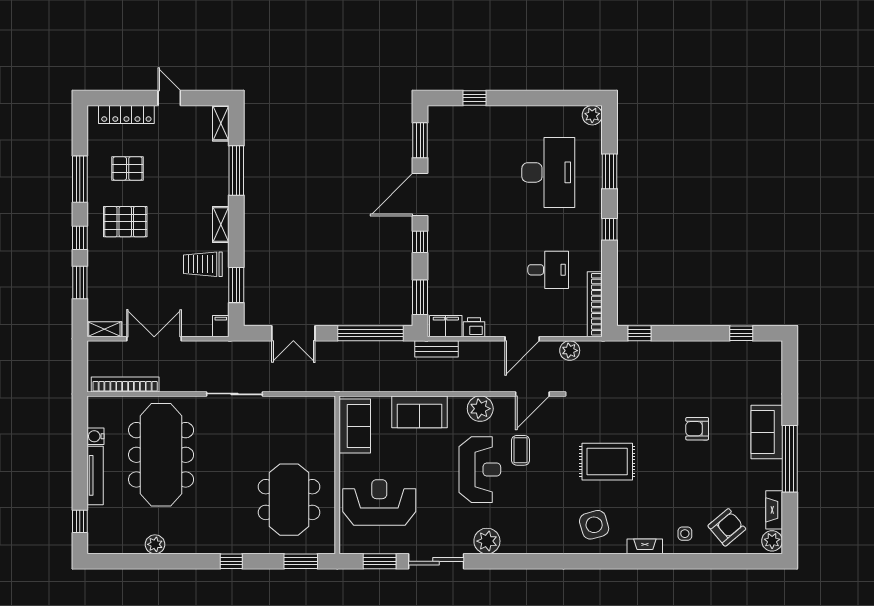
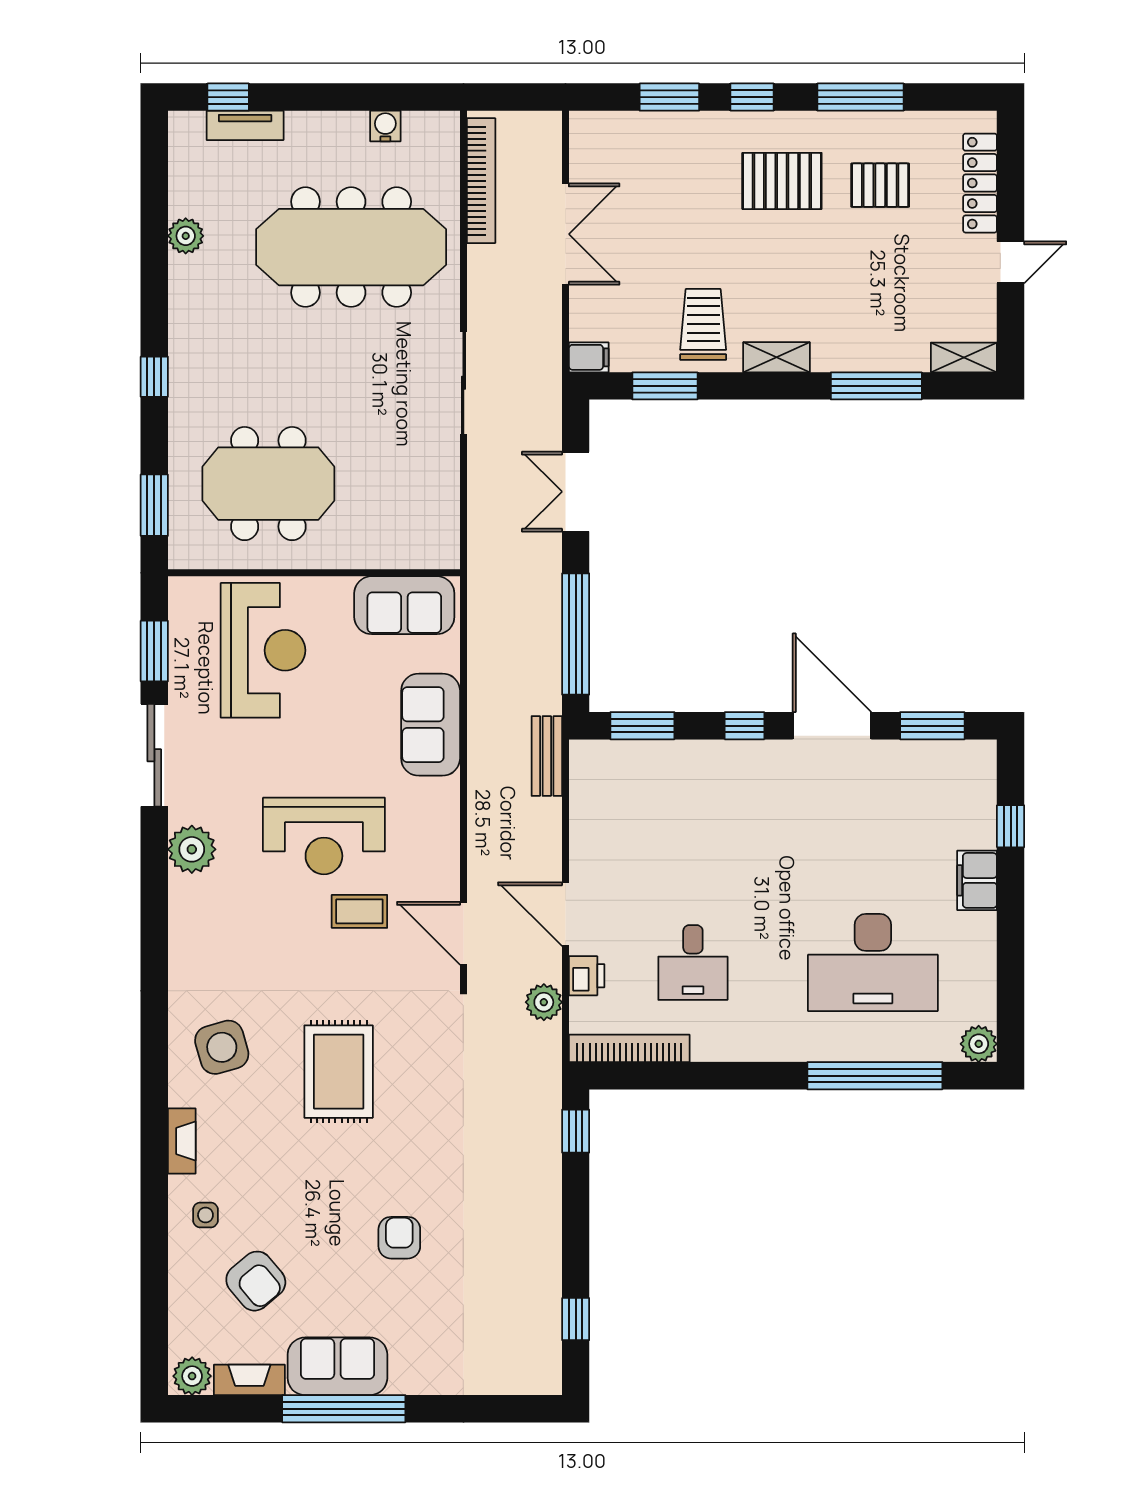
pallet: (128, 168) -> (880, 185), turned 90
window: (609, 171) -> (875, 1076), width x2.11
pallet: (125, 222) -> (782, 181), turned 90
window: (609, 229) -> (768, 1076), removed
filing cabinet: (446, 326) -> (977, 880), moved, turned 180
printer: (474, 327) -> (587, 976), moved
shelving: (104, 329) -> (583, 142), removed
plant: (480, 409) -> (436, 837), removed
sofa: (767, 432) -> (337, 1366), moved
tv unit: (95, 475) -> (245, 125), moved, width x0.71
armchair: (727, 527) -> (256, 1281), moved

